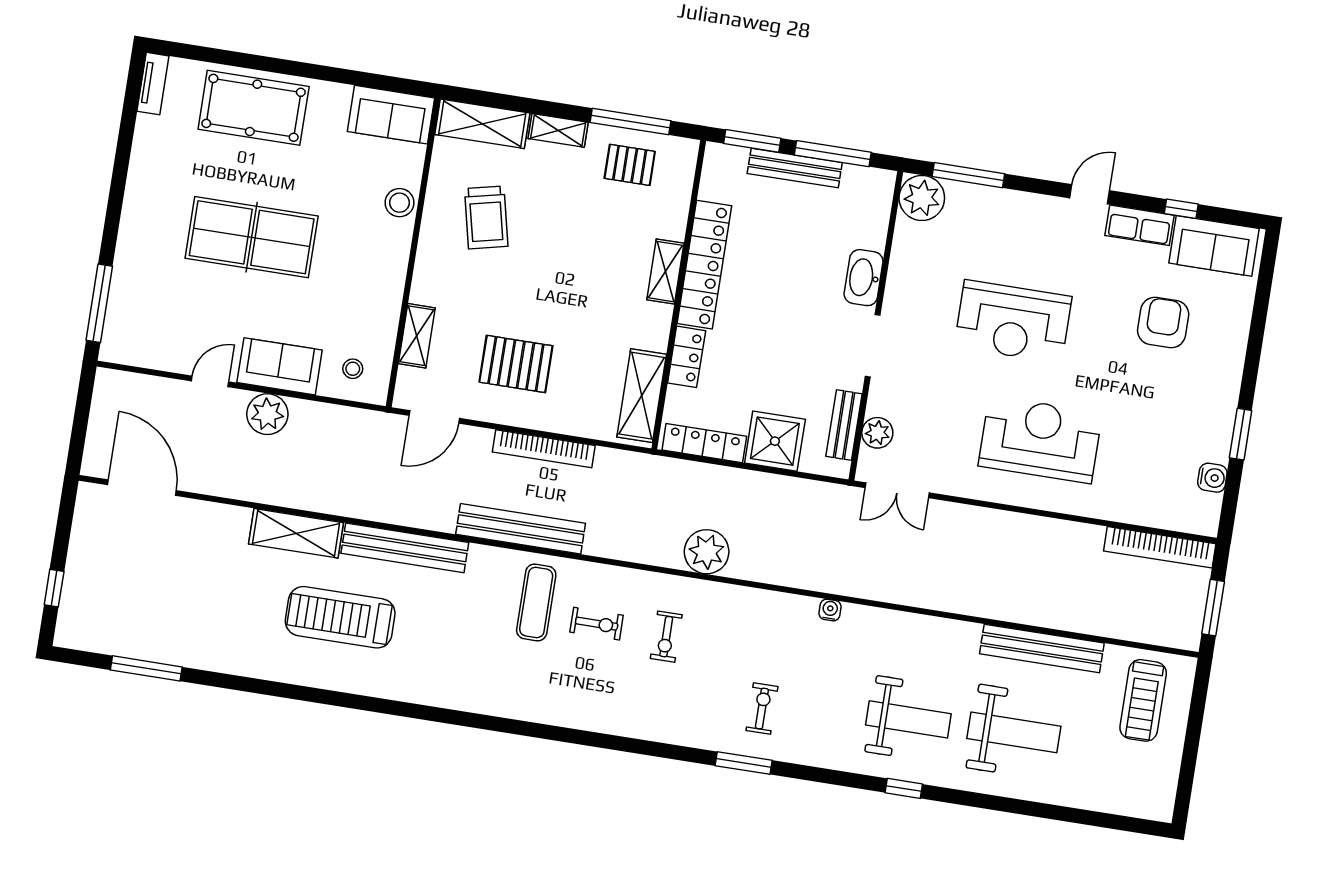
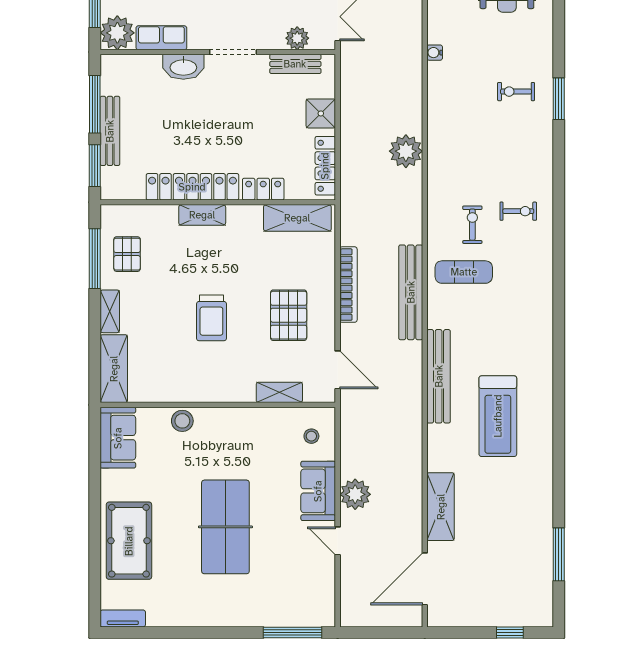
trolley: (486, 217) -> (211, 318), moved, turned 103
row of seats: (906, 255) -> (161, 38), added
shower: (775, 441) -> (321, 113), width x0.73, depth x0.73
shelving: (296, 533) -> (441, 507), moved
exercise bike: (666, 637) -> (518, 211), moved

